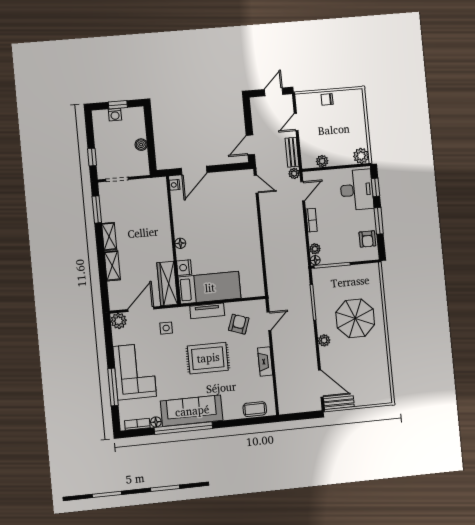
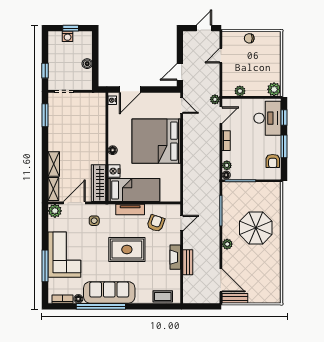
bench: (292, 152) -> (188, 262), moved
bed: (230, 228) -> (156, 141), added
shelving: (109, 236) -> (53, 189), moved

